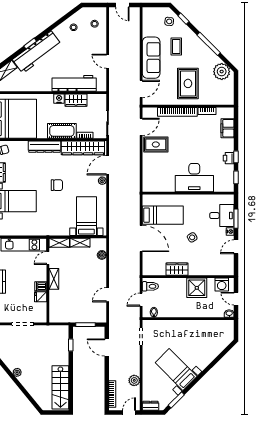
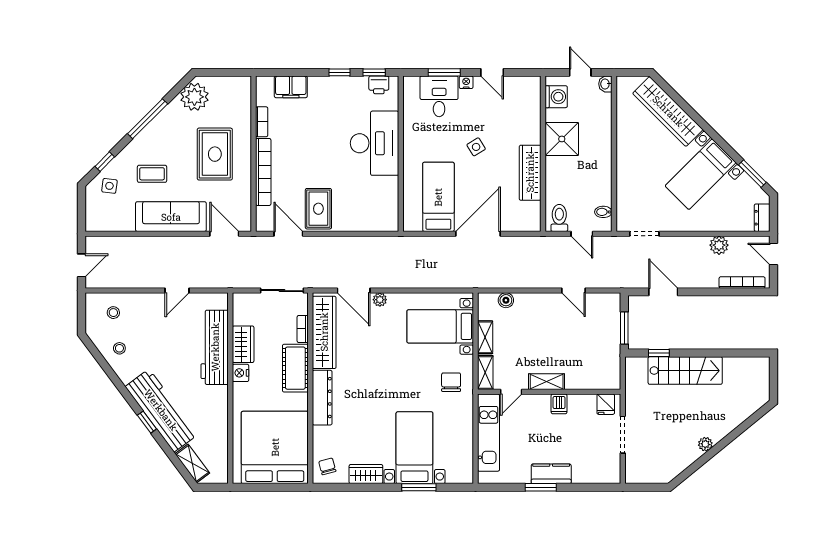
rug: (188, 83) -> (215, 154), turned 90
printer: (229, 158) -> (379, 85), moved
chair: (57, 185) -> (451, 382), moved
door: (48, 258) -> (511, 392), hinge flipped
wardrobe: (177, 269) -> (530, 173), width x1.50
fridge: (41, 297) -> (606, 404), moved
door: (236, 299) -> (580, 72), swing flipped
door: (107, 348) -> (663, 292), swing flipped
wardrobe: (213, 350) -> (668, 111), added
stairs: (60, 387) -> (685, 371), moved

